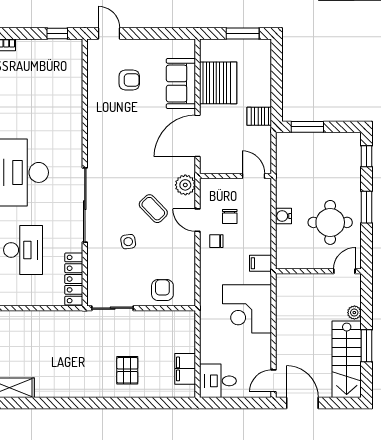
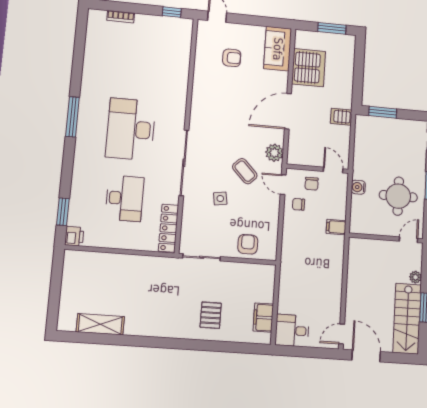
sofa: (181, 84) -> (278, 49), moved
server rack: (259, 116) -> (341, 117), moved
wall: (235, 176) -> (318, 169), moved
door: (254, 176) -> (333, 170), moved
corner desk: (247, 309) -> (322, 267), removed

